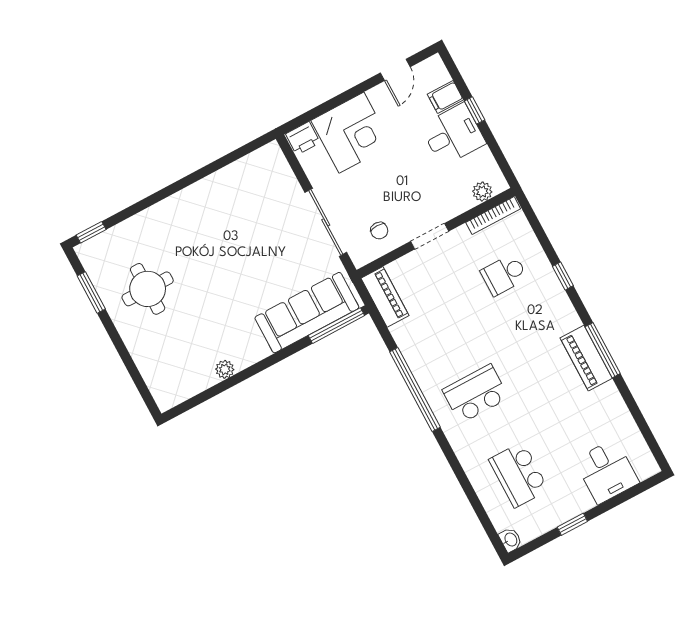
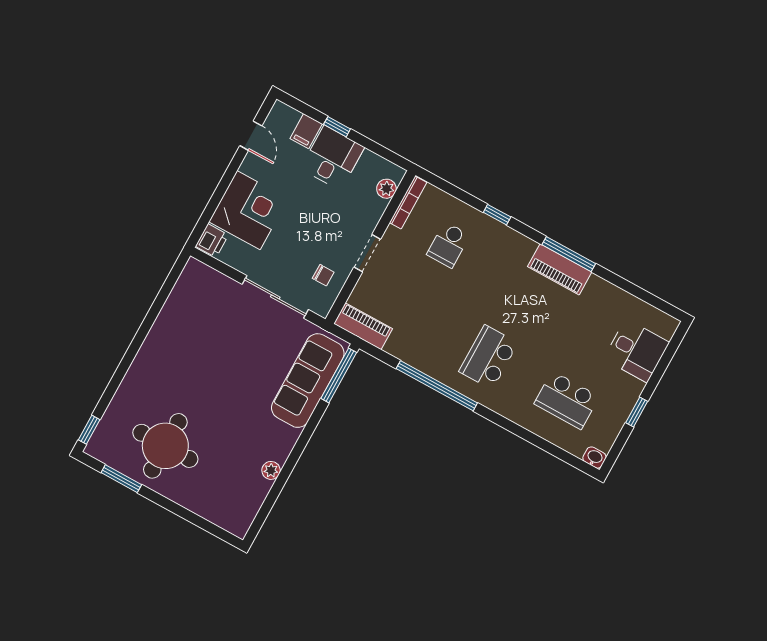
round table: (148, 289) -> (165, 446), width x1.36, depth x1.36

